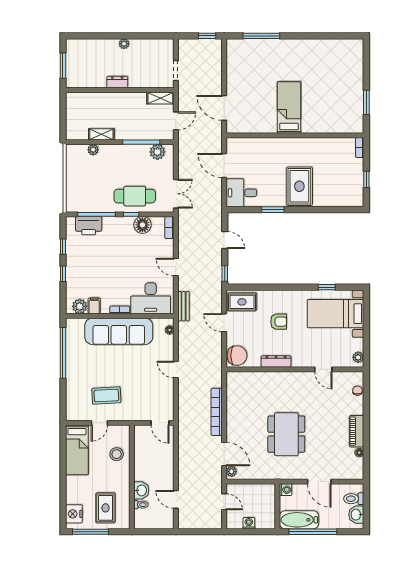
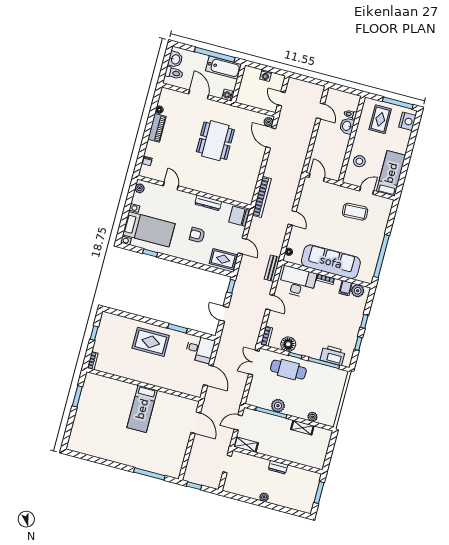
plant: (157, 152) -> (278, 406), moved
rug: (299, 186) -> (151, 342), turned 90
bookcase: (217, 412) -> (262, 197), moved

